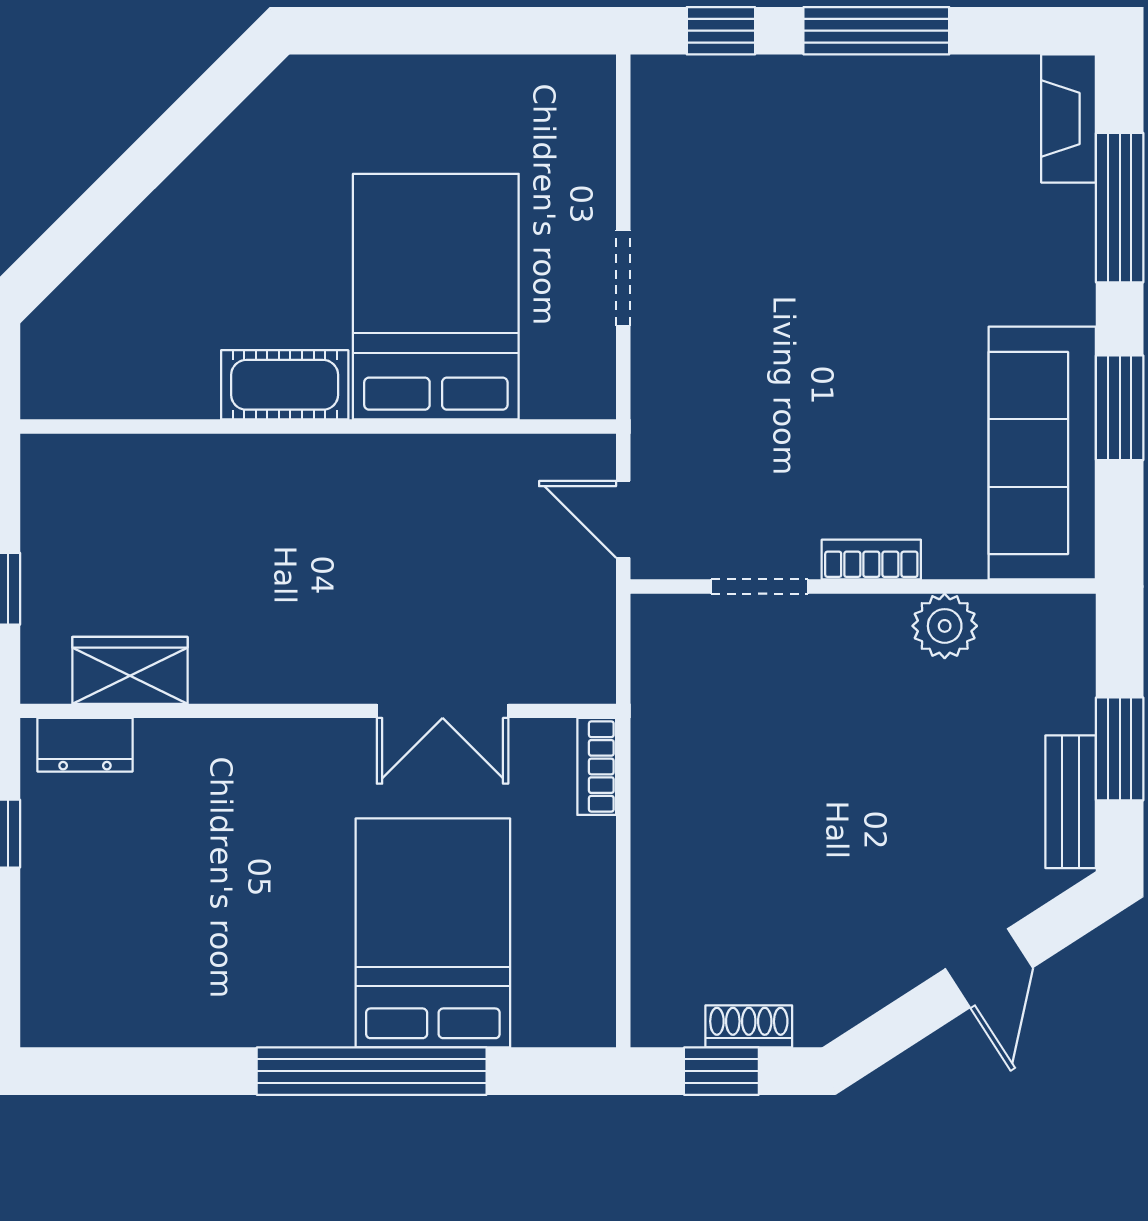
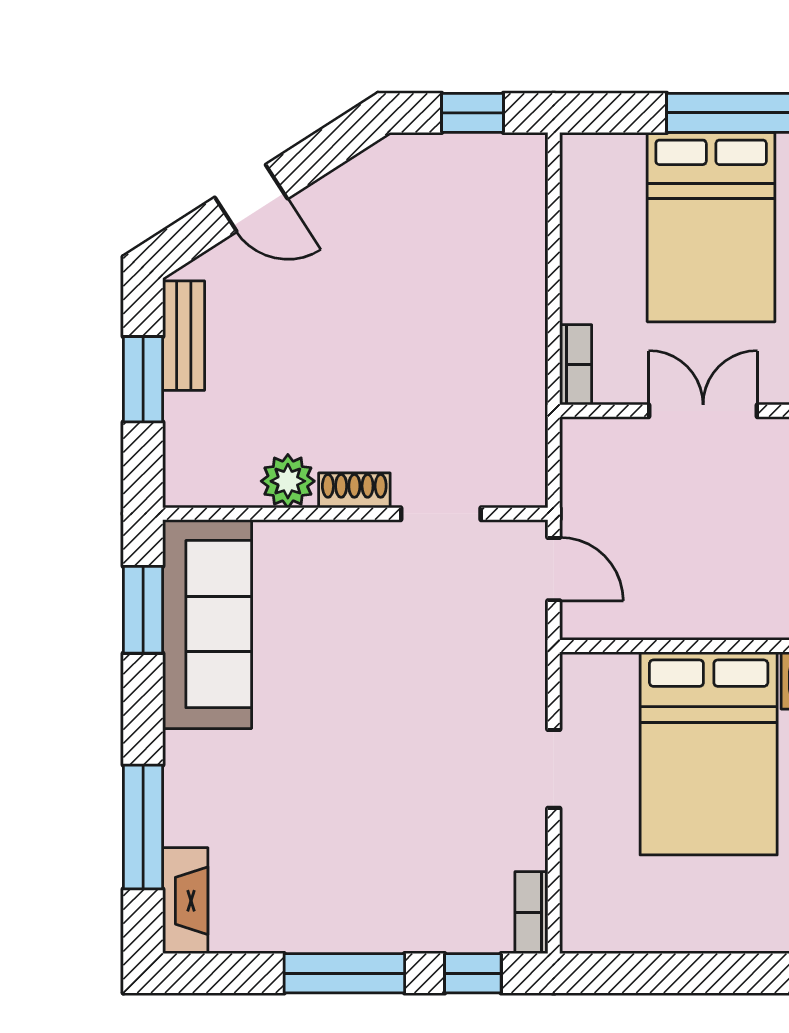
window: (1120, 408) -> (143, 610), moved
bookcase: (871, 560) -> (531, 913), moved, turned 90
door: (989, 968) -> (251, 198), swing flipped
shoe rack: (749, 1026) -> (354, 490), moved, turned 180

